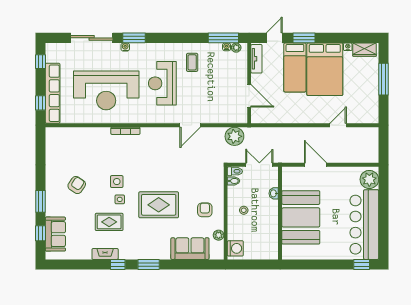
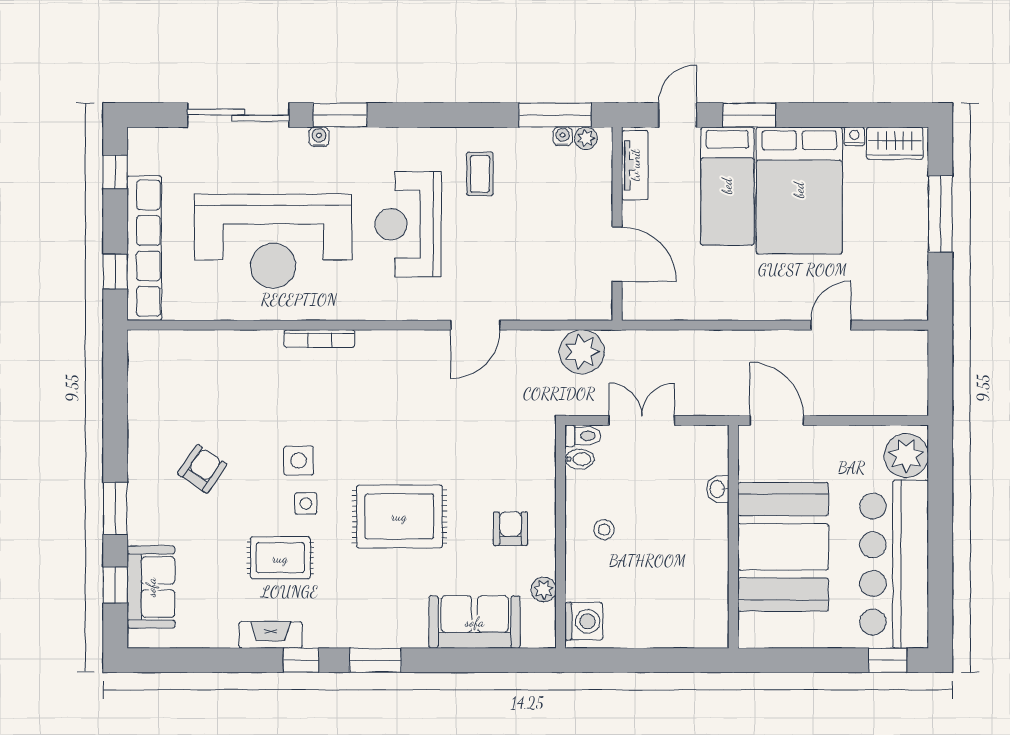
washbasin: (274, 193) -> (718, 489), moved
wall: (280, 213) -> (733, 537), moved
booth: (301, 217) -> (783, 547), moved

